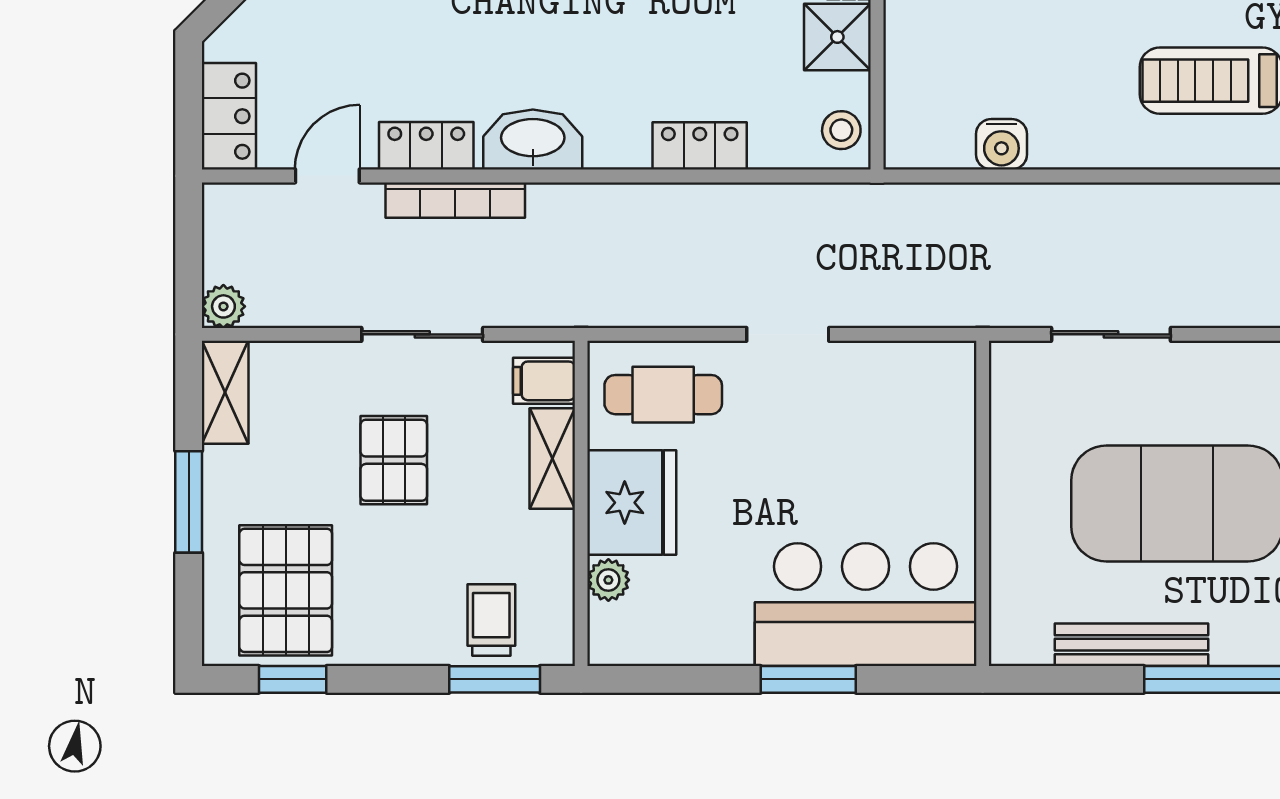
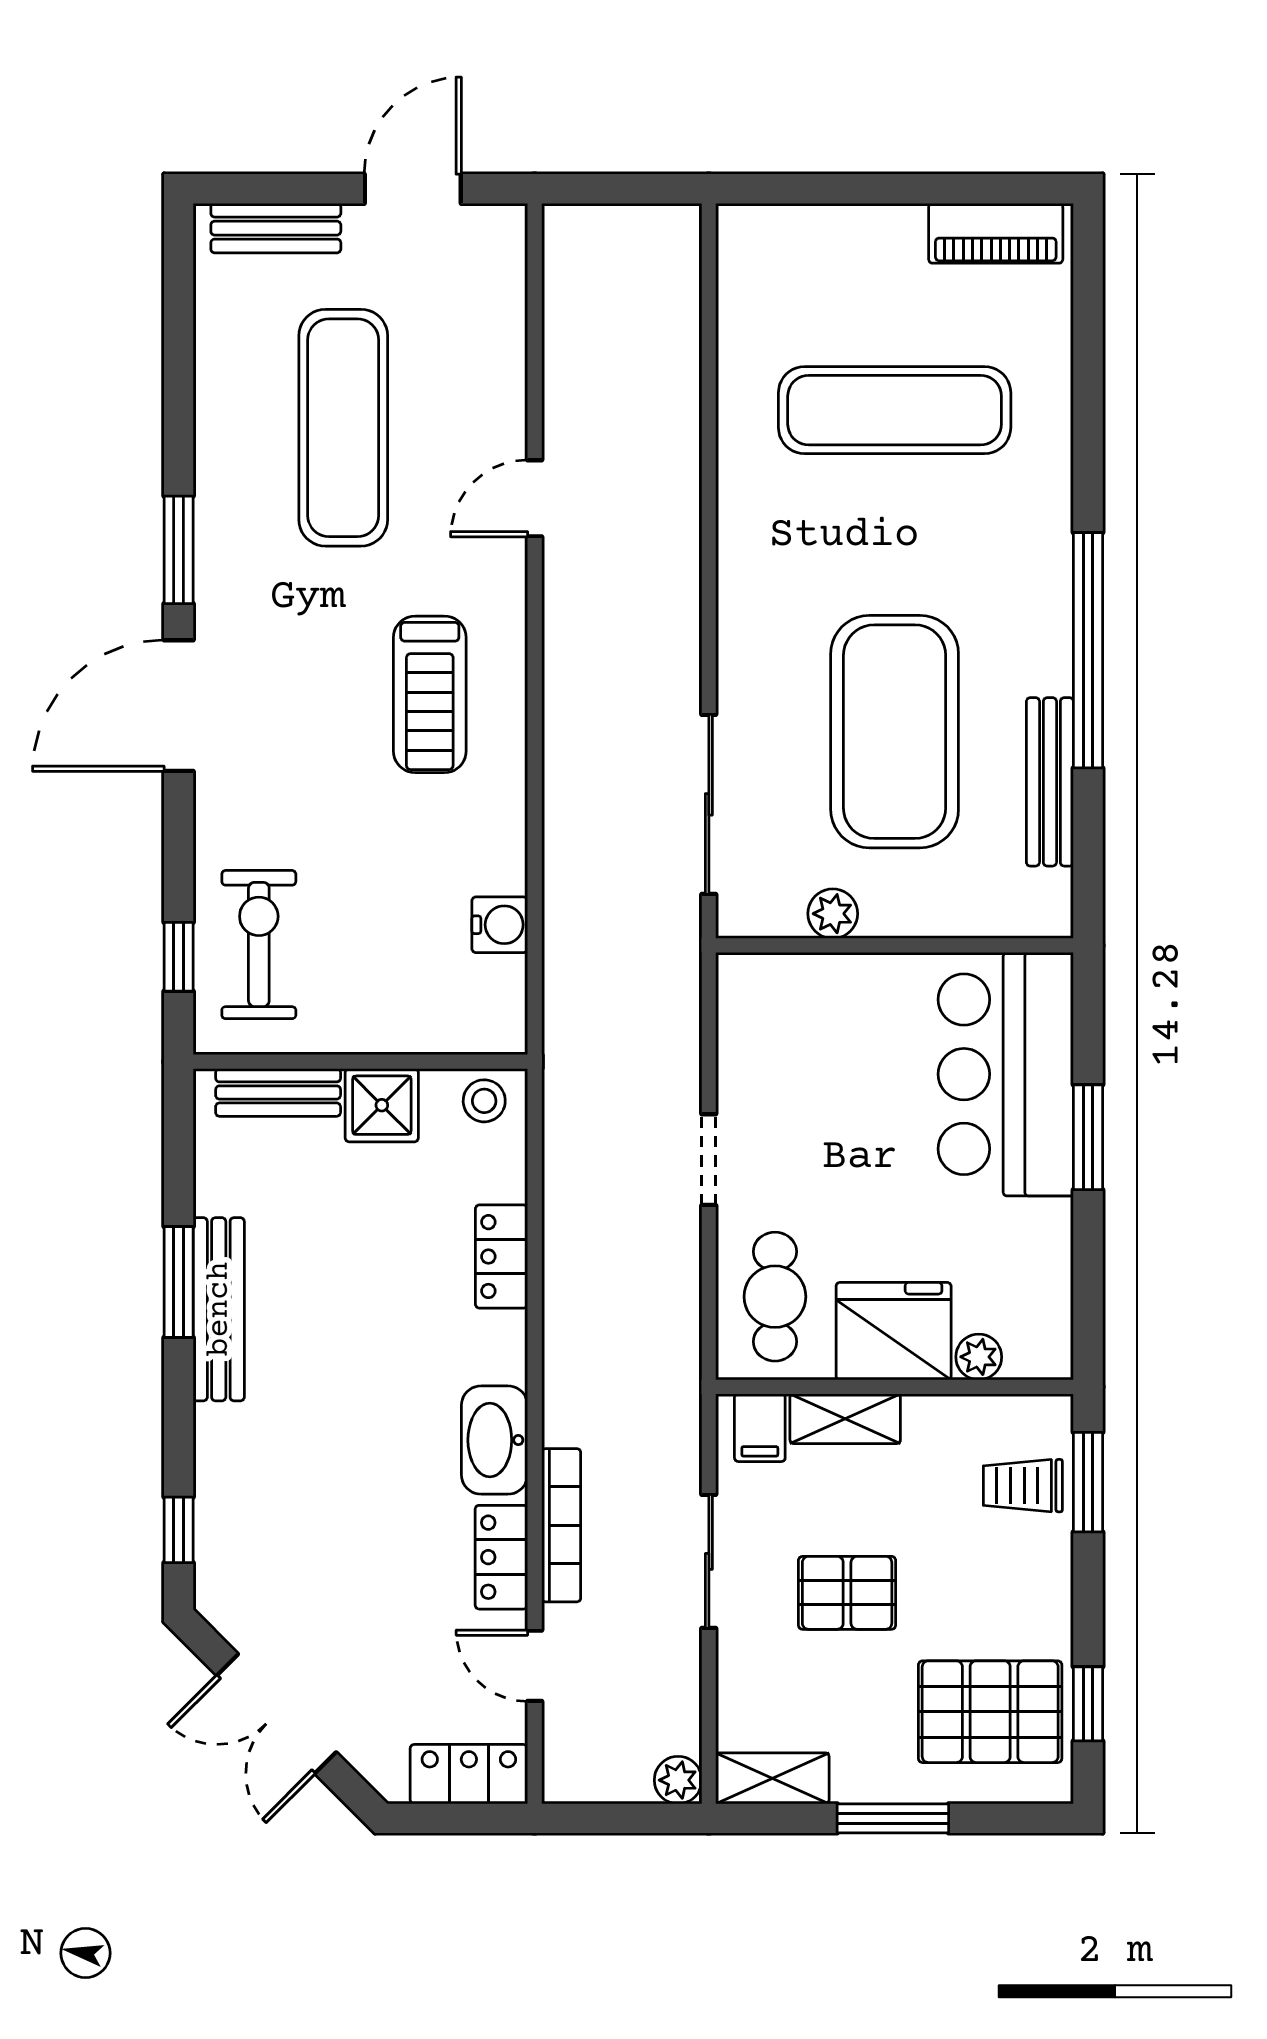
sliding door: (1111, 334) -> (709, 804), width x1.37
plant: (1012, 447) -> (833, 914), added

